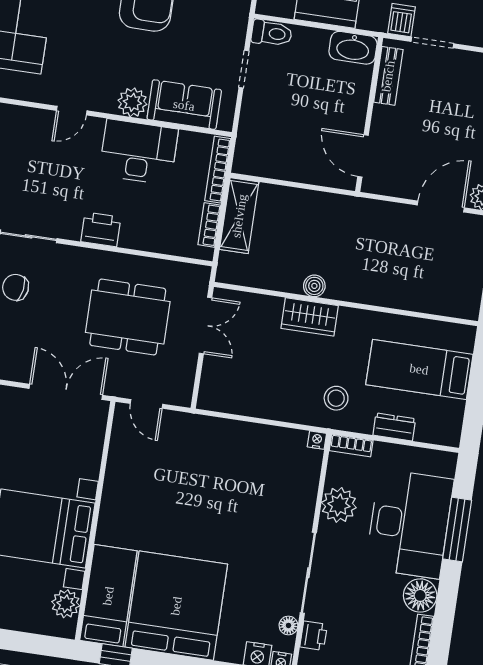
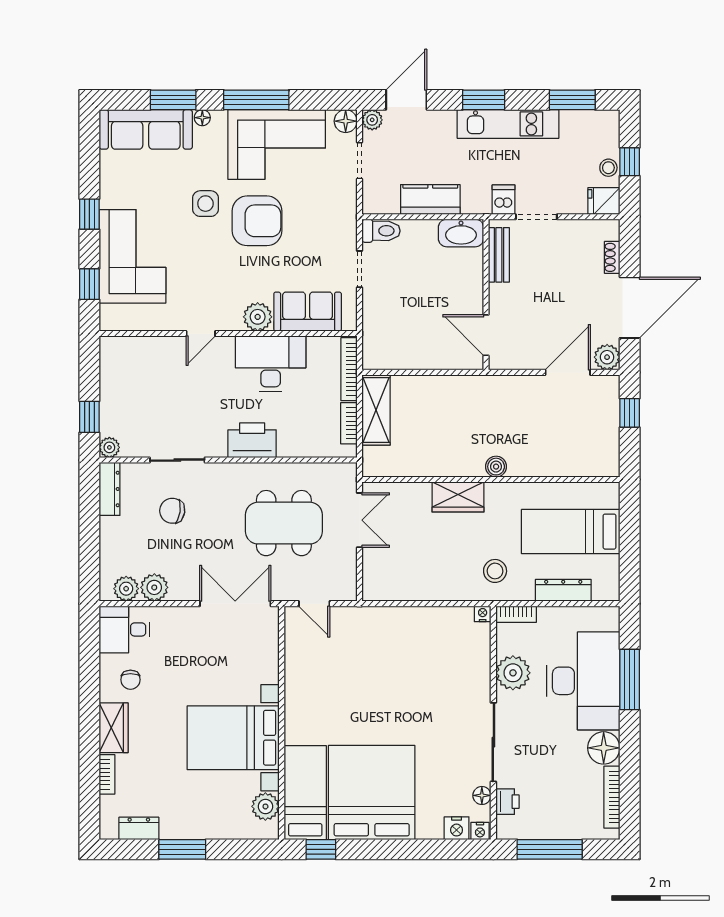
printer: (101, 229) -> (252, 440), width x1.37, depth x1.19
boiler: (314, 286) -> (496, 467), moved
dresser: (394, 427) -> (563, 590), width x1.44

